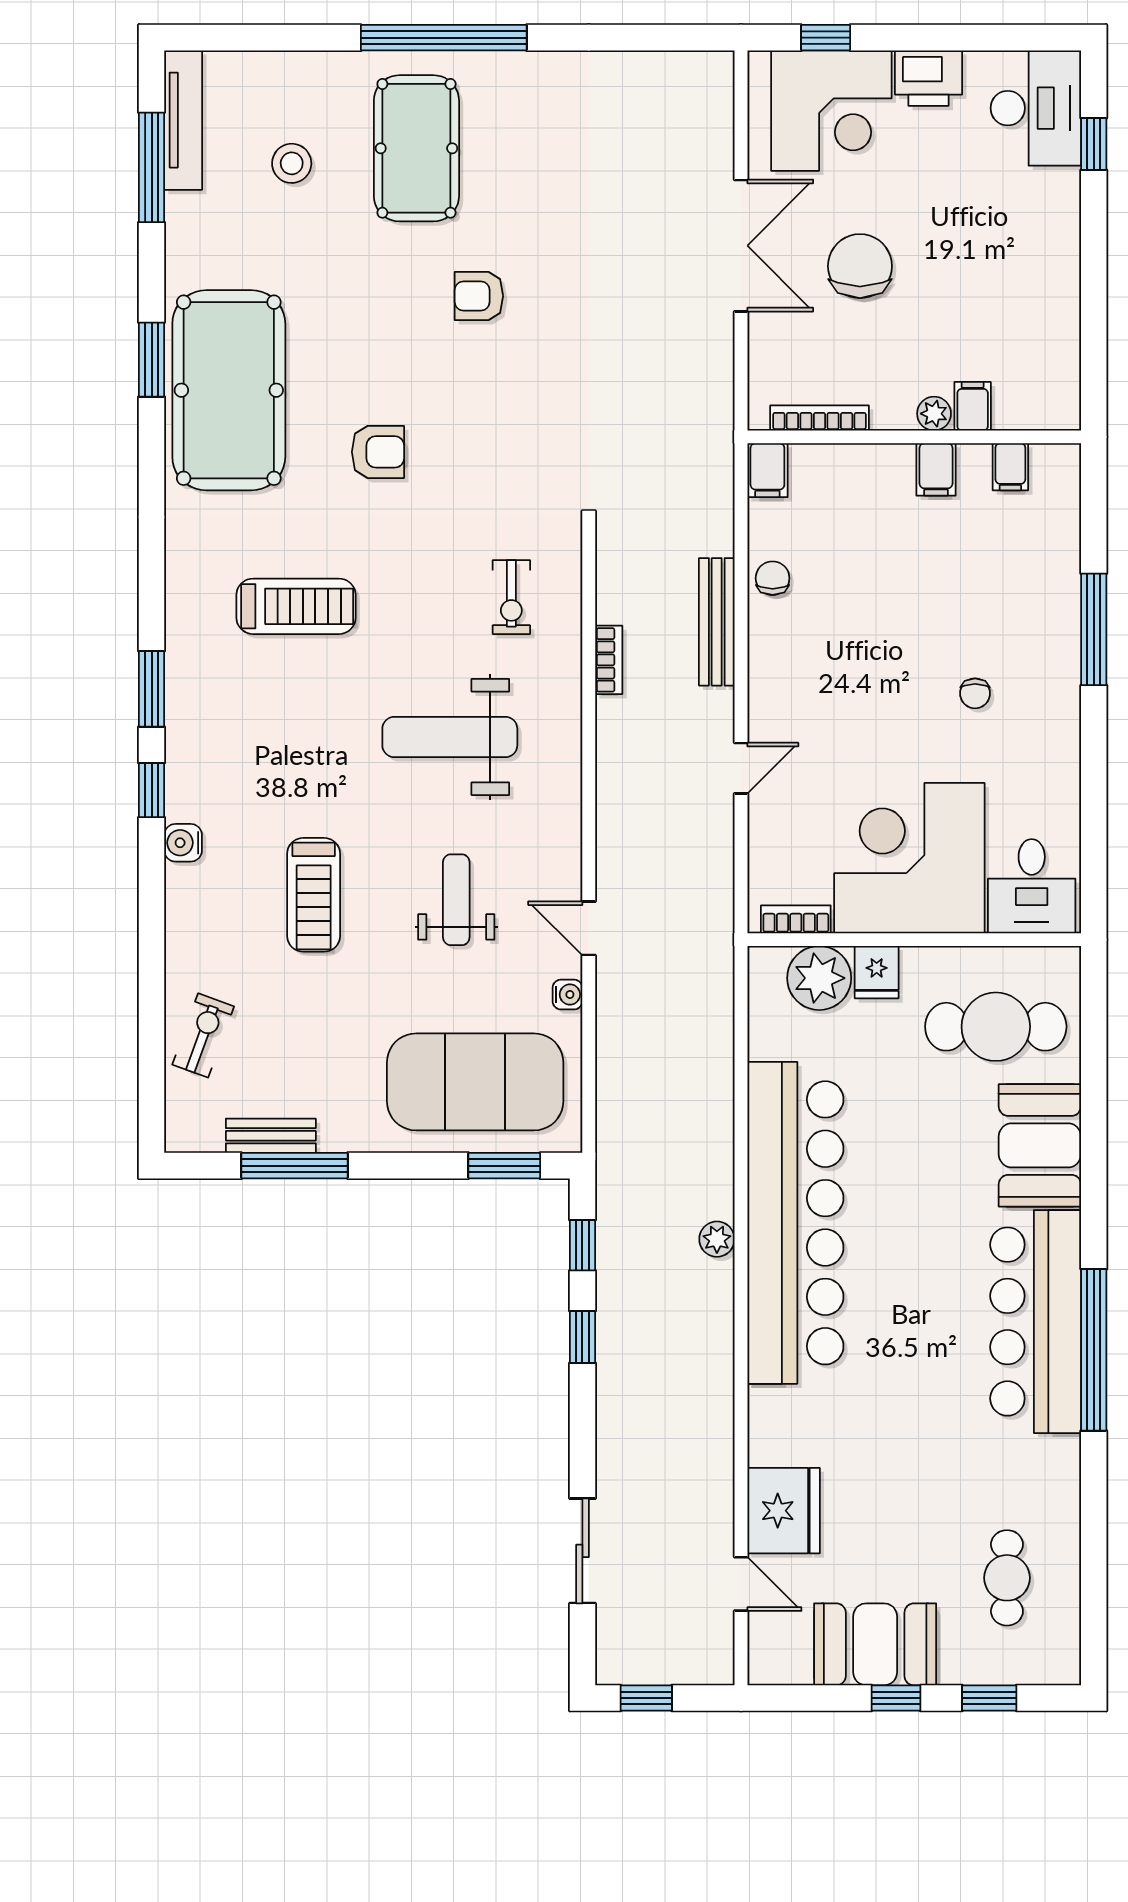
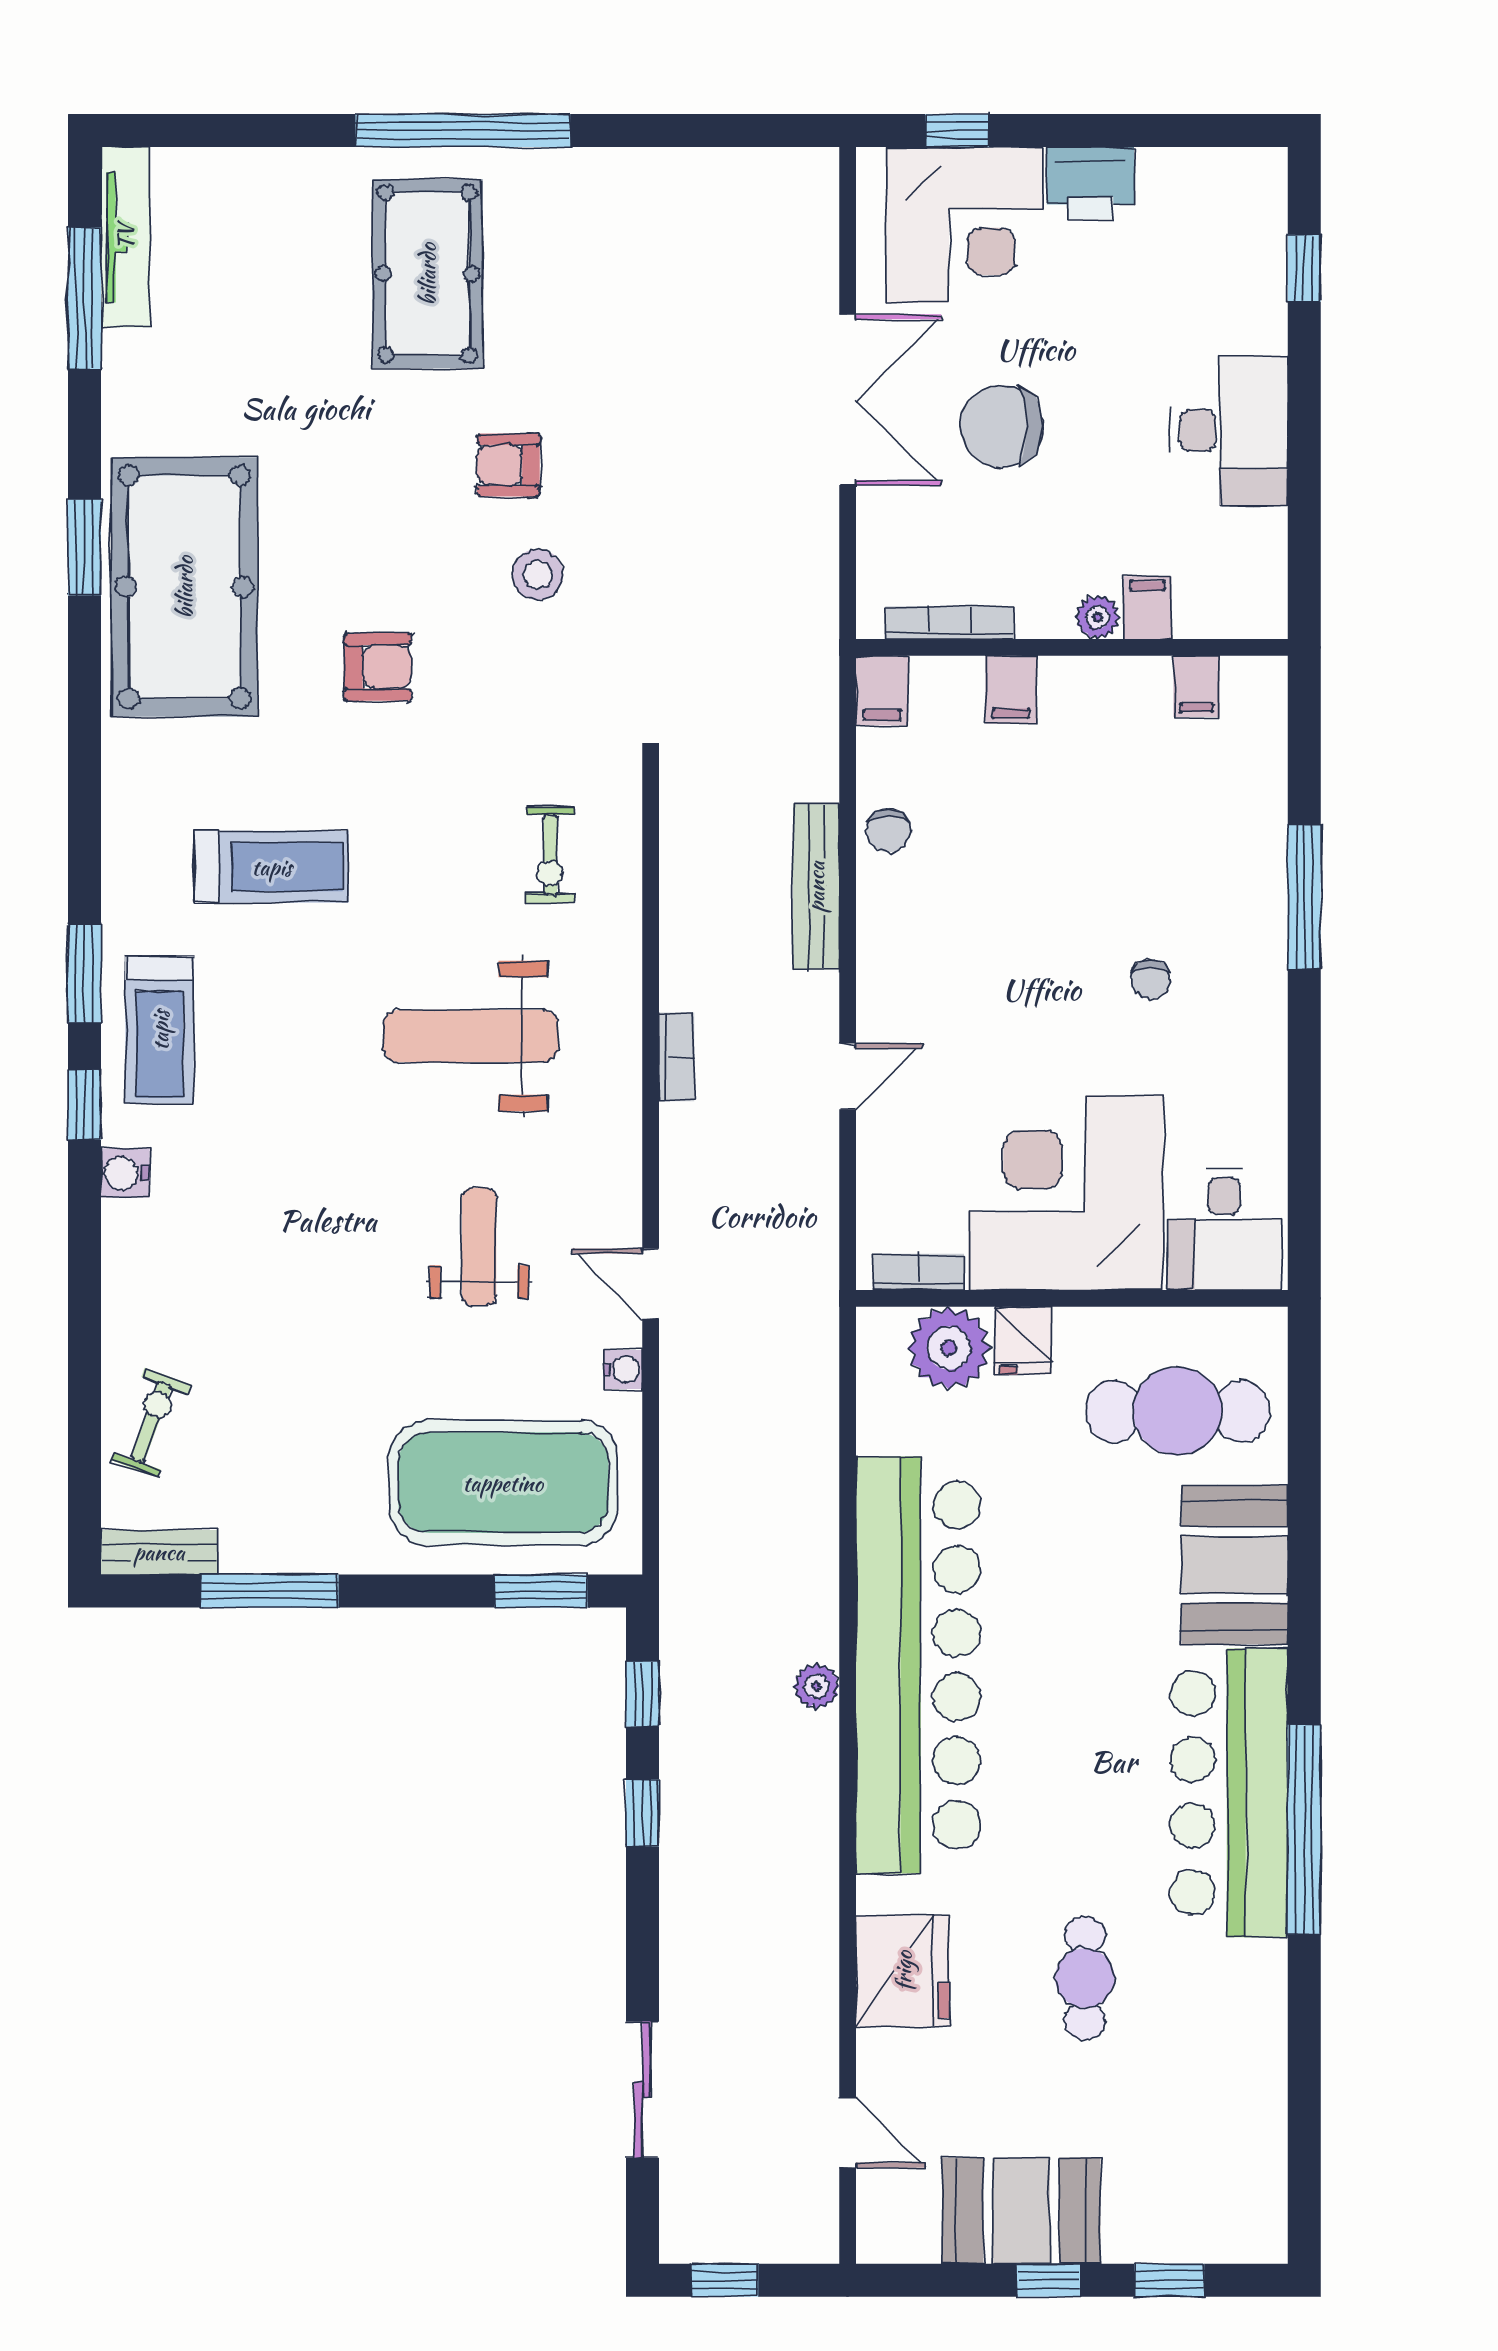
desk: (1036, 108) -> (1229, 430), moved
stool: (292, 163) -> (538, 574), moved
chair: (860, 266) -> (1002, 426), turned -90
filing cabinet: (936, 469) -> (1011, 690), moved
chair: (773, 578) -> (888, 830), turned 180
bookcase: (609, 660) -> (677, 1057), moved
treadmill: (314, 895) -> (160, 1030), moved
bench: (271, 1136) -> (159, 1552), moved
fridge: (784, 1511) -> (903, 1971), moved
cafe table: (1007, 1578) -> (1085, 1978), moved

